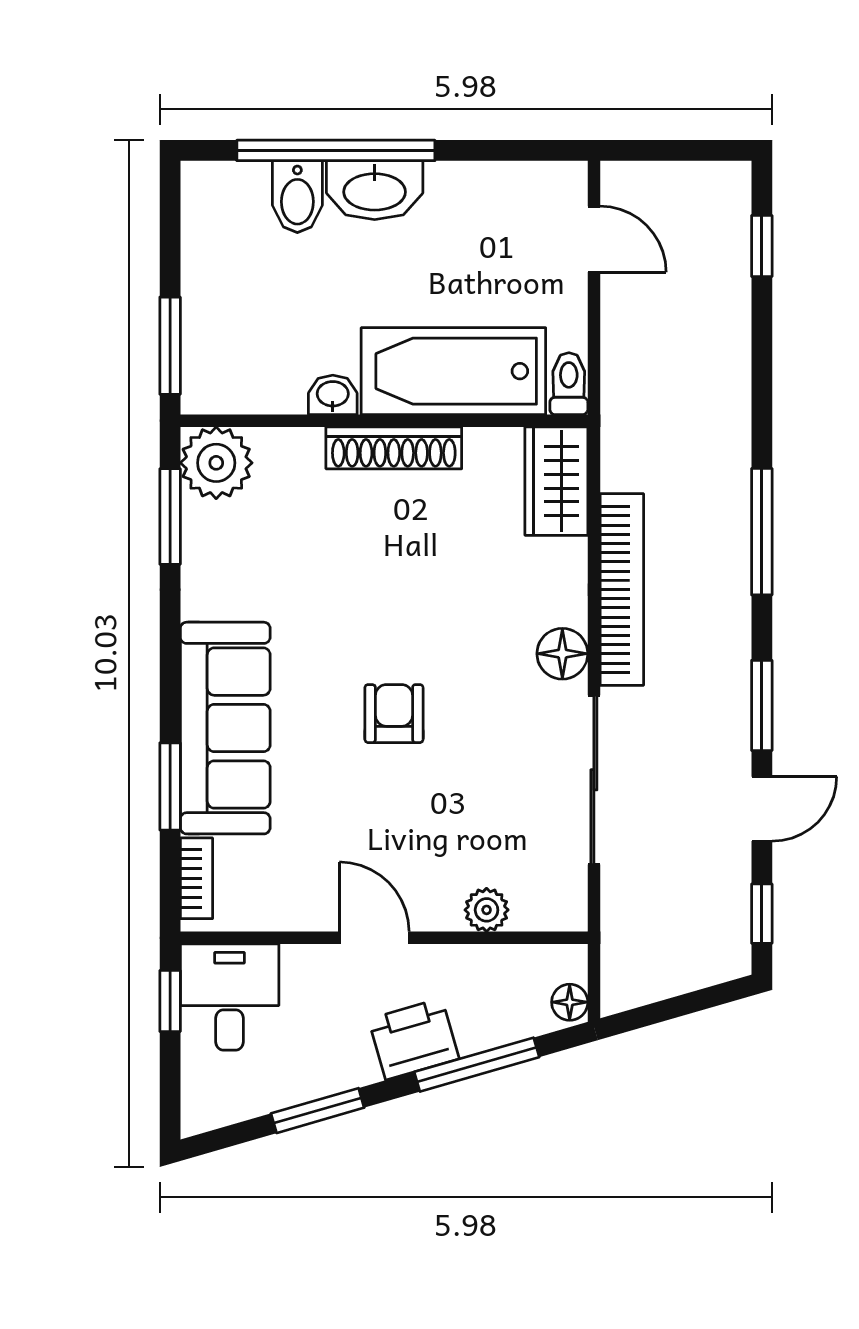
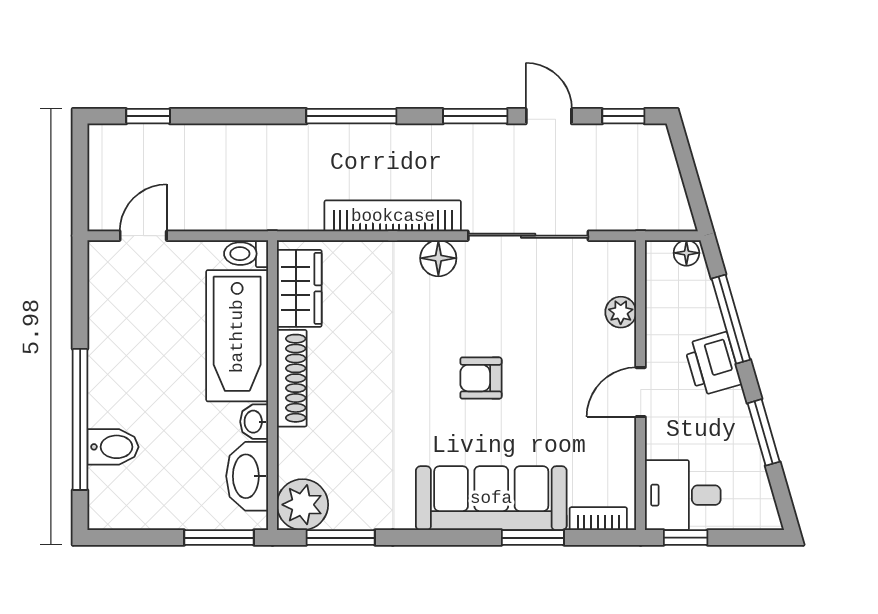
washbasin: (375, 190) -> (247, 476), moved, turned 180
wardrobe: (556, 481) -> (299, 288), moved, turned -90

